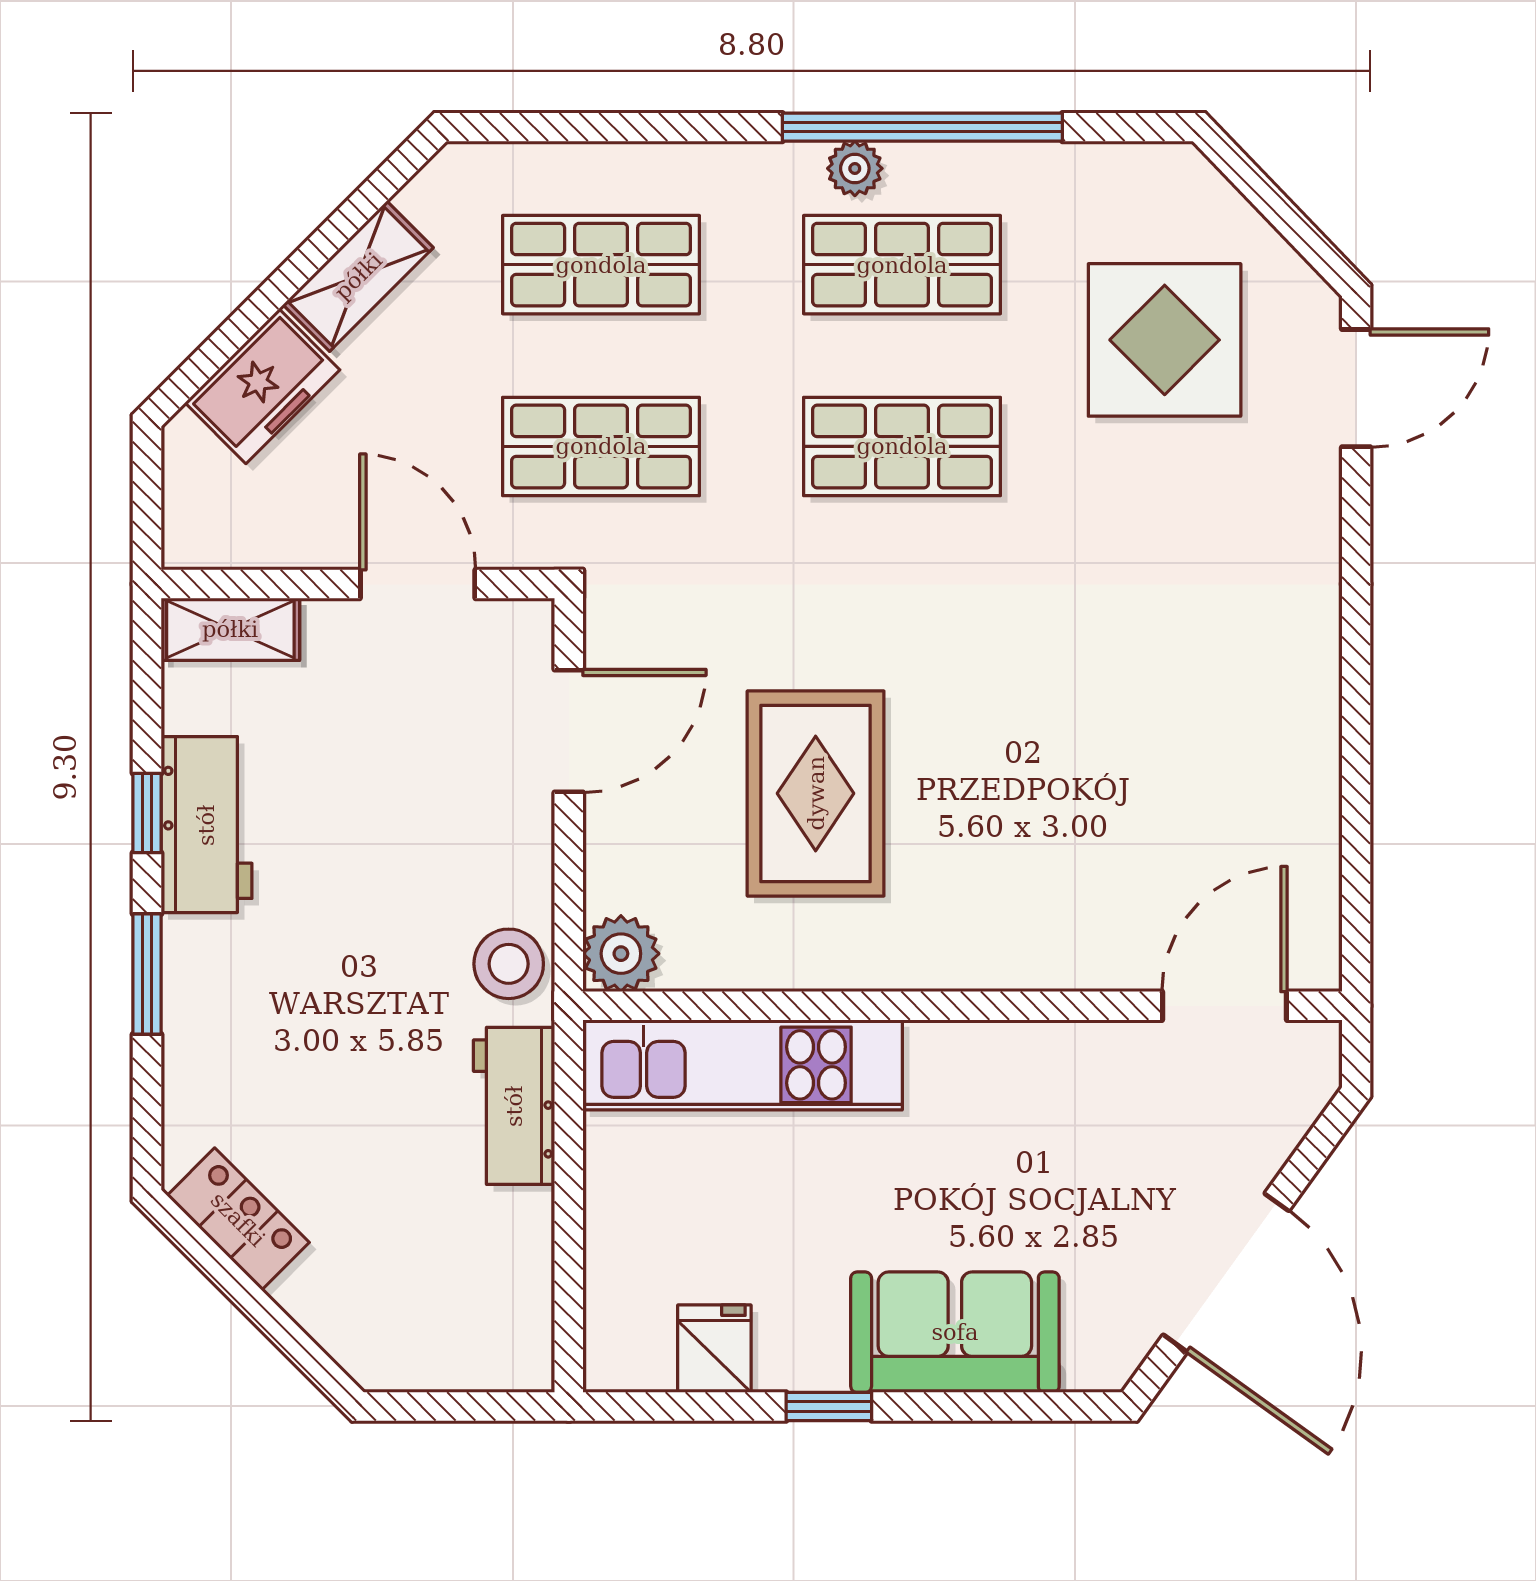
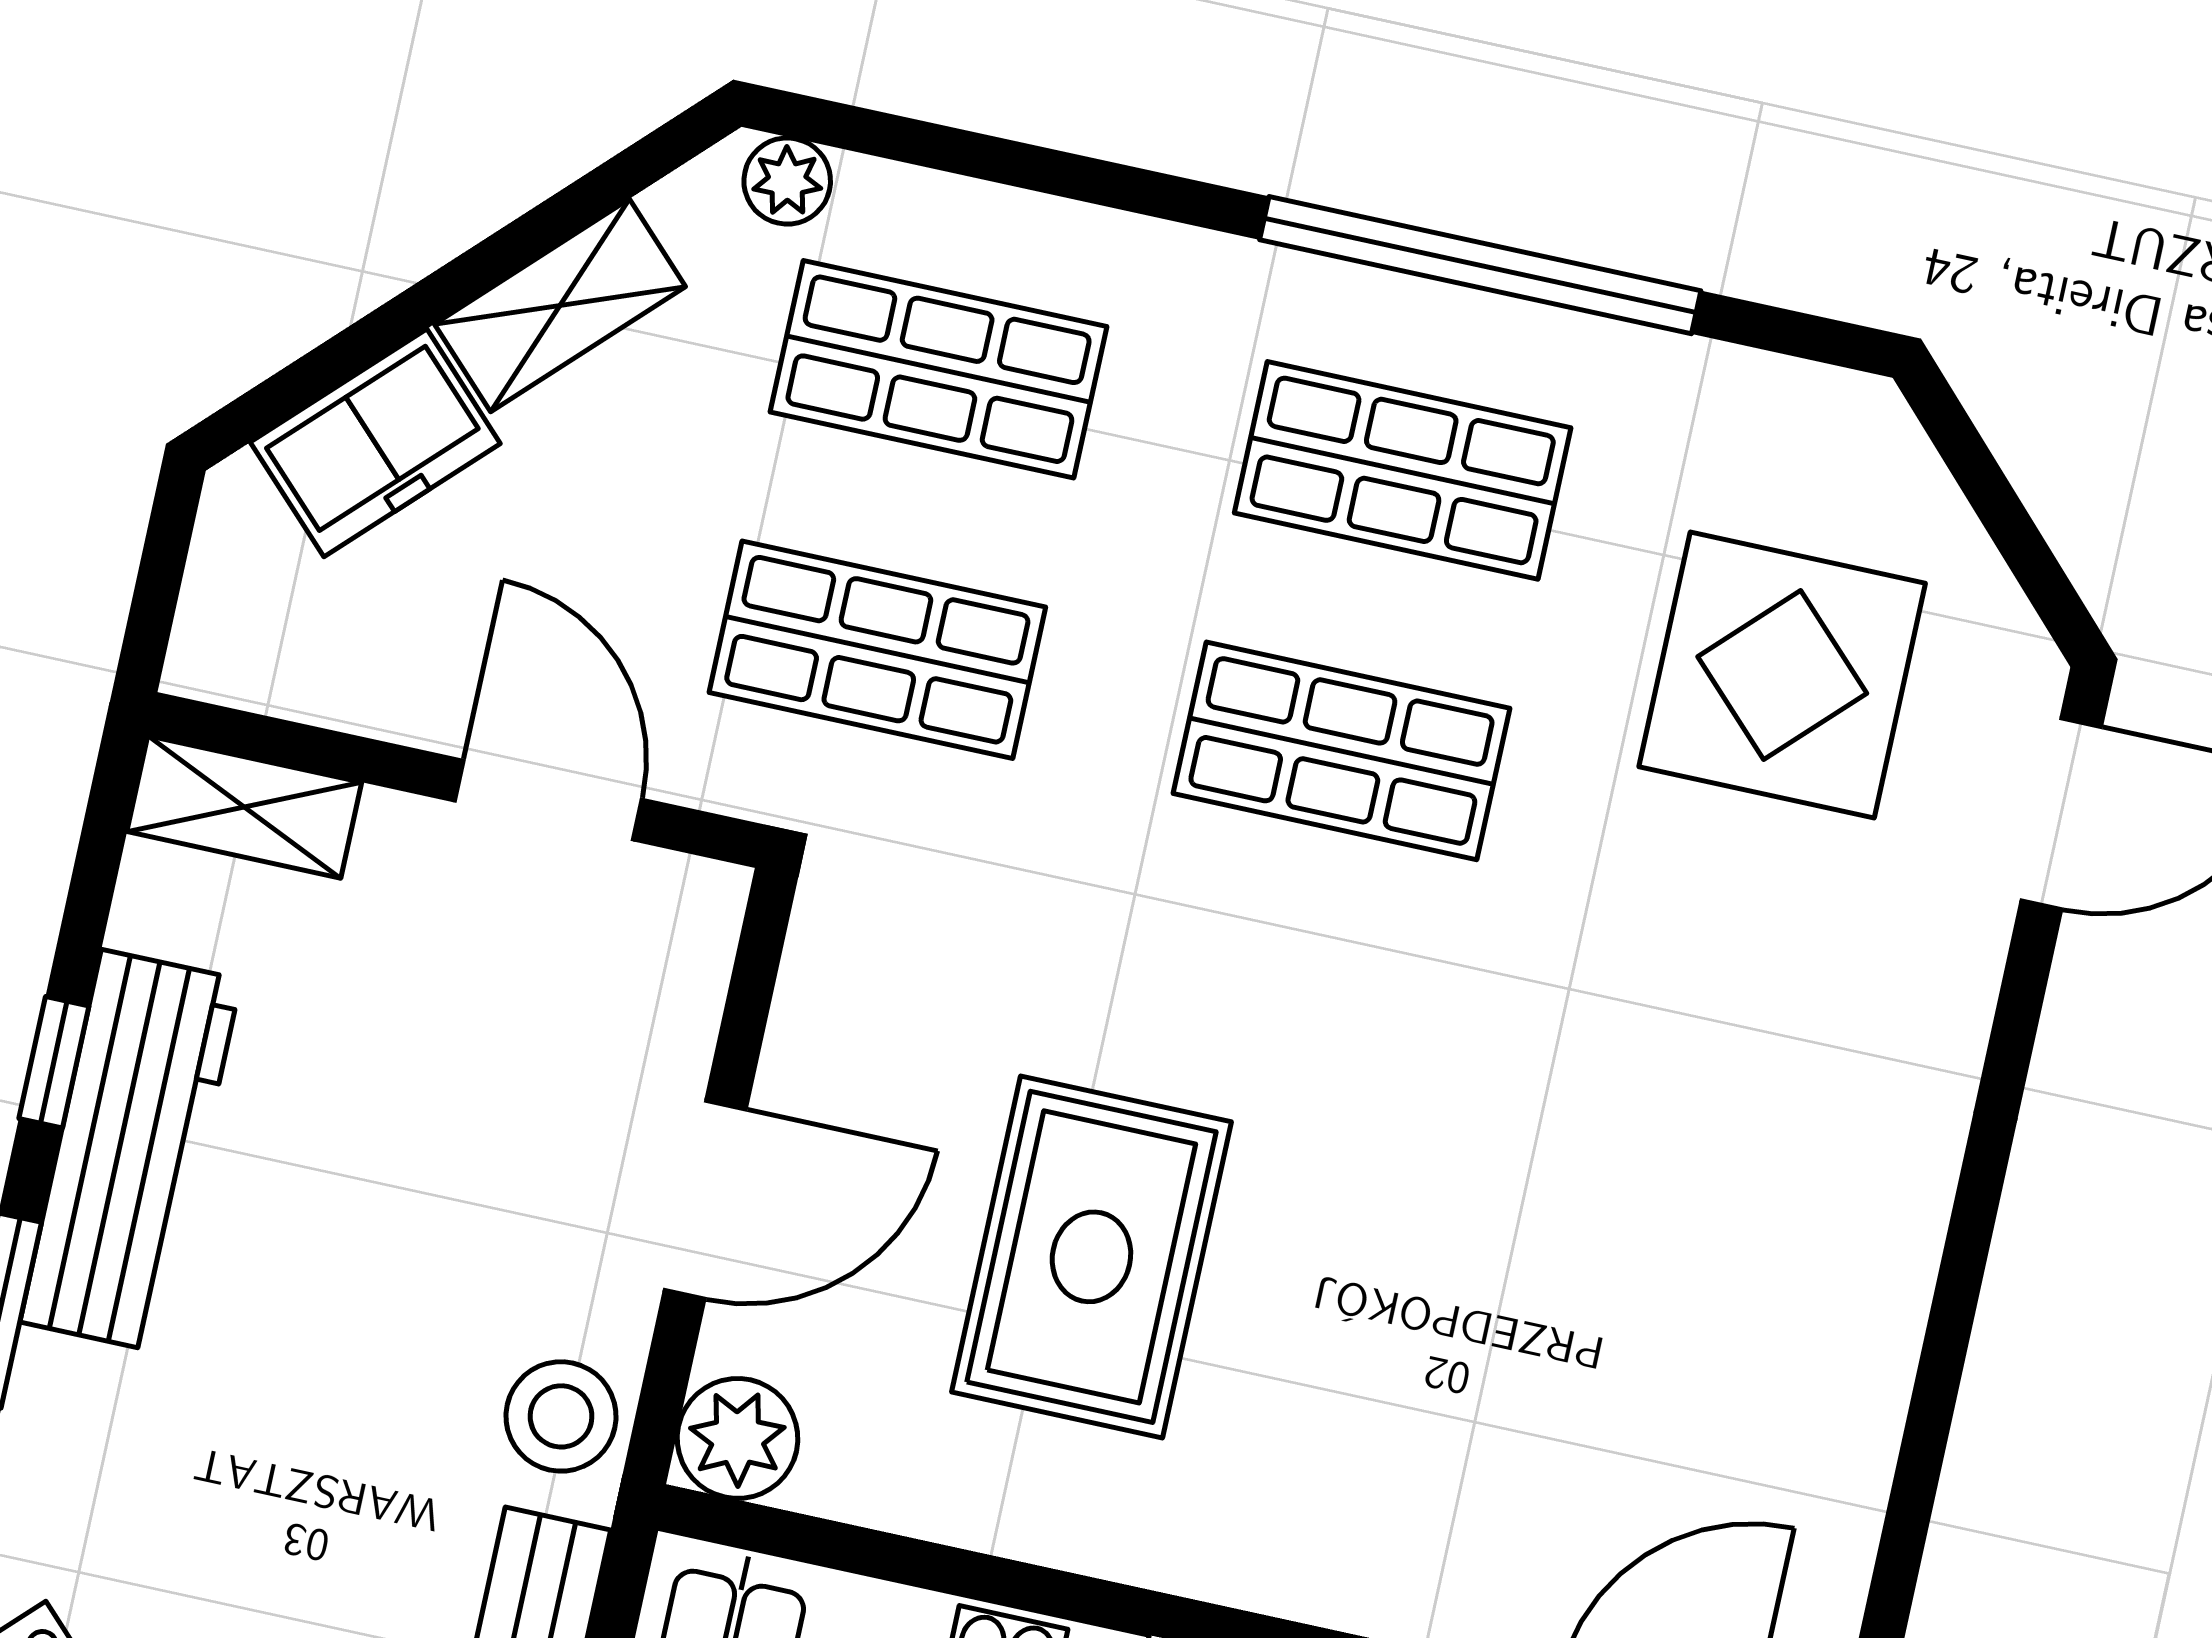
plant: (855, 168) -> (787, 181), moved
door: (569, 731) -> (705, 1200), moved
workbench: (206, 825) -> (131, 1151), width x1.38

